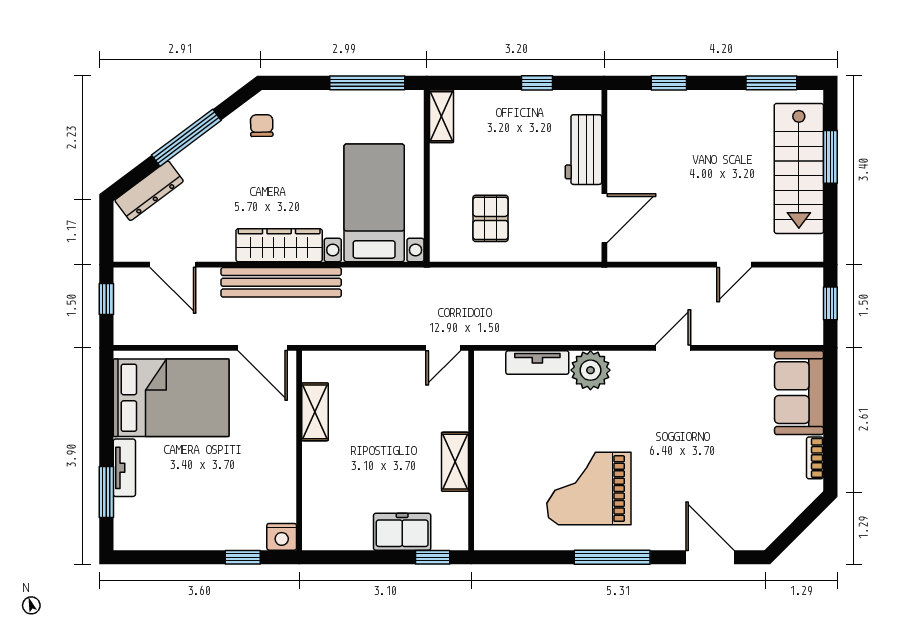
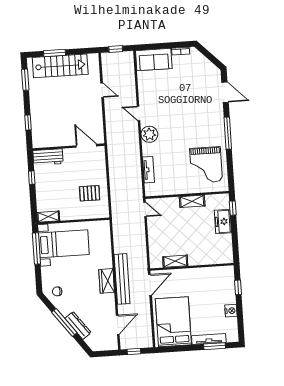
workbench: (583, 150) -> (48, 157), moved
dresser: (149, 191) -> (78, 326), moved
bed with nightstands: (374, 203) -> (64, 244), moved, turned 180
wardrobe: (279, 245) -> (107, 281), width x0.67
plant: (590, 370) -> (149, 134), moved
tv unit: (124, 468) -> (209, 339), width x1.41
grand piano: (589, 489) -> (206, 165), moved
nightstand: (282, 537) -> (231, 311), moved
door: (710, 557) -> (225, 92), swing flipped

